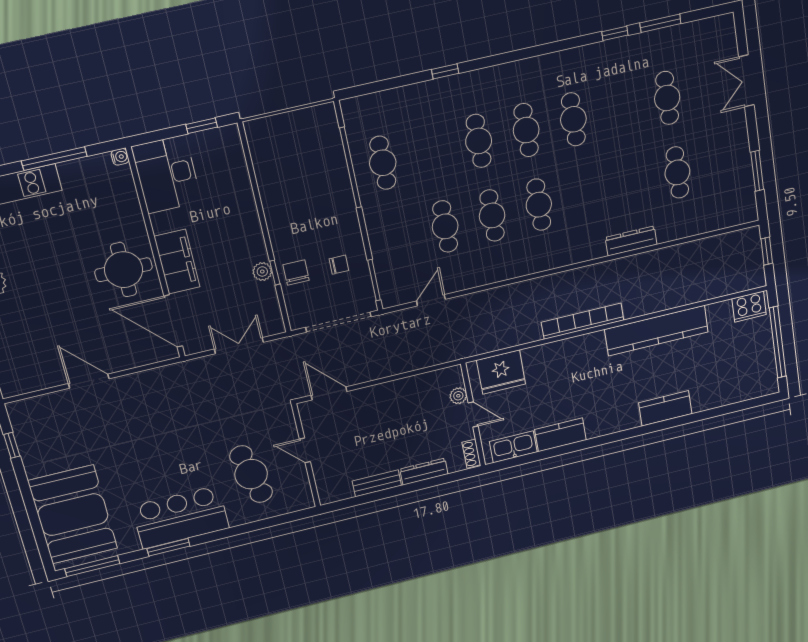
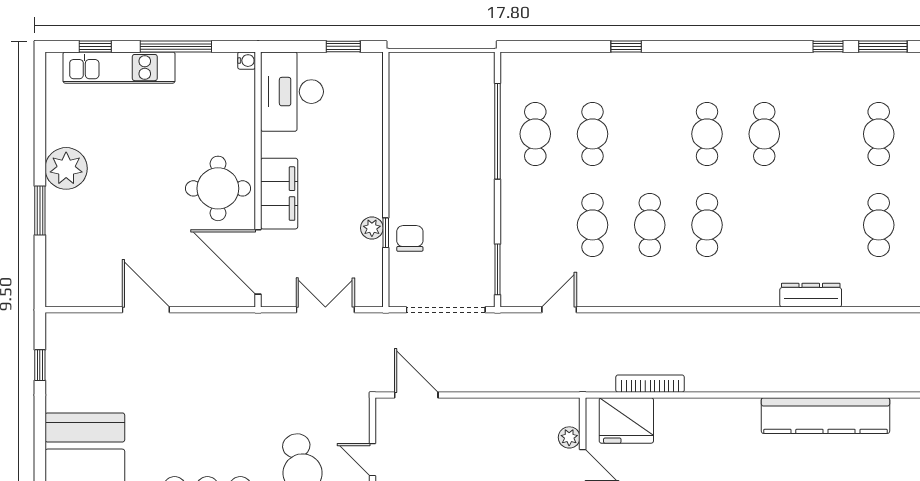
cafe table: (479, 141) -> (593, 134), moved
chair: (339, 265) -> (461, 241), removed
bookcase: (583, 321) -> (650, 384), moved, width x0.68, depth x0.76

